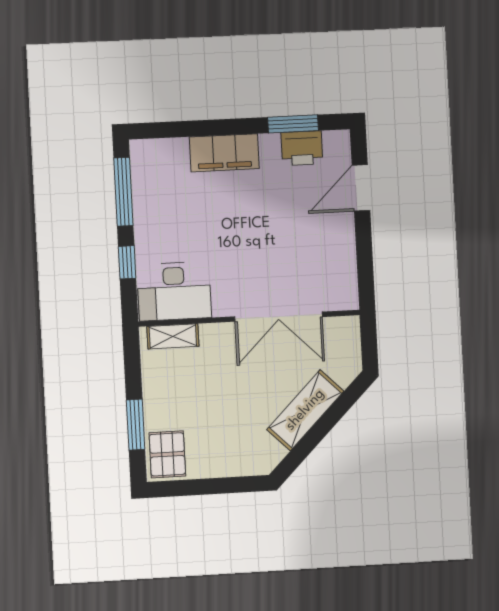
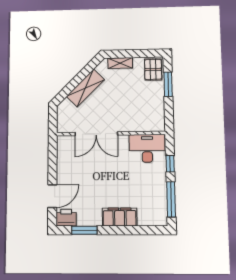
printer: (302, 148) -> (66, 218), moved
double door: (279, 317) -> (96, 134), swing flipped
shelving: (173, 336) -> (120, 63), moved

